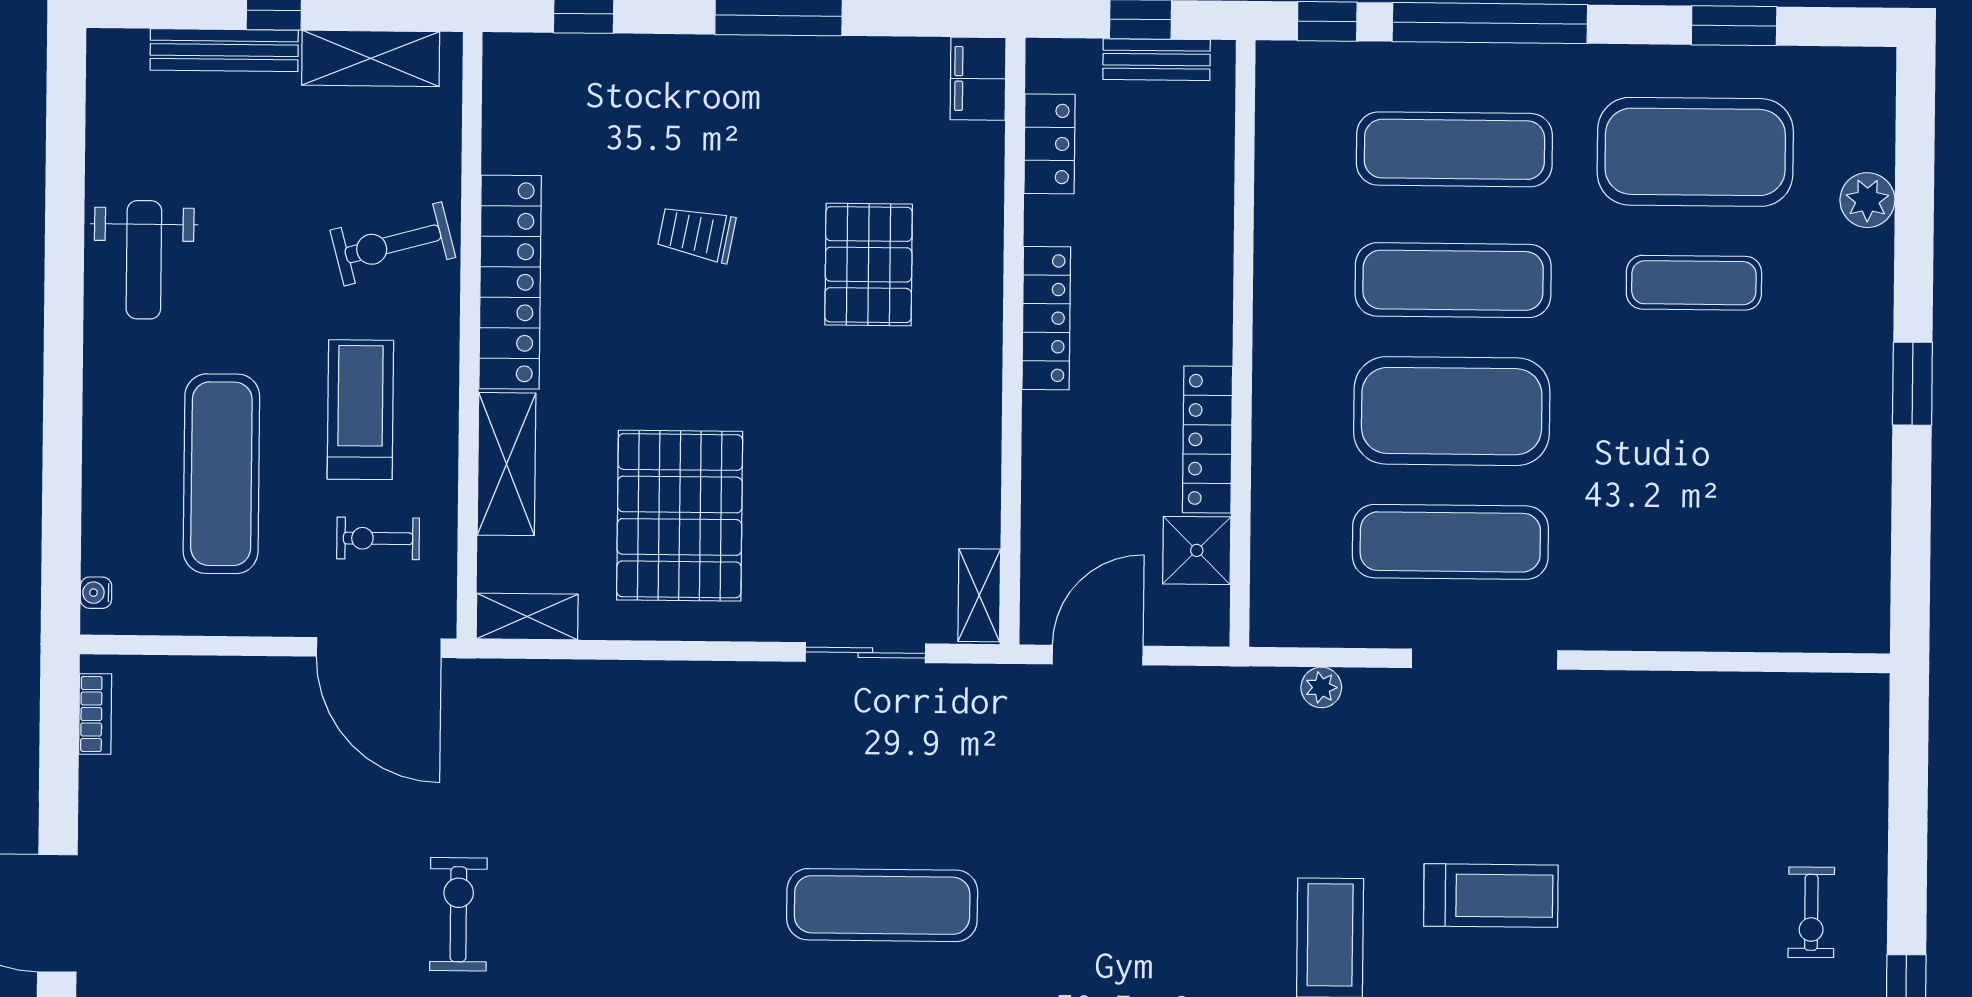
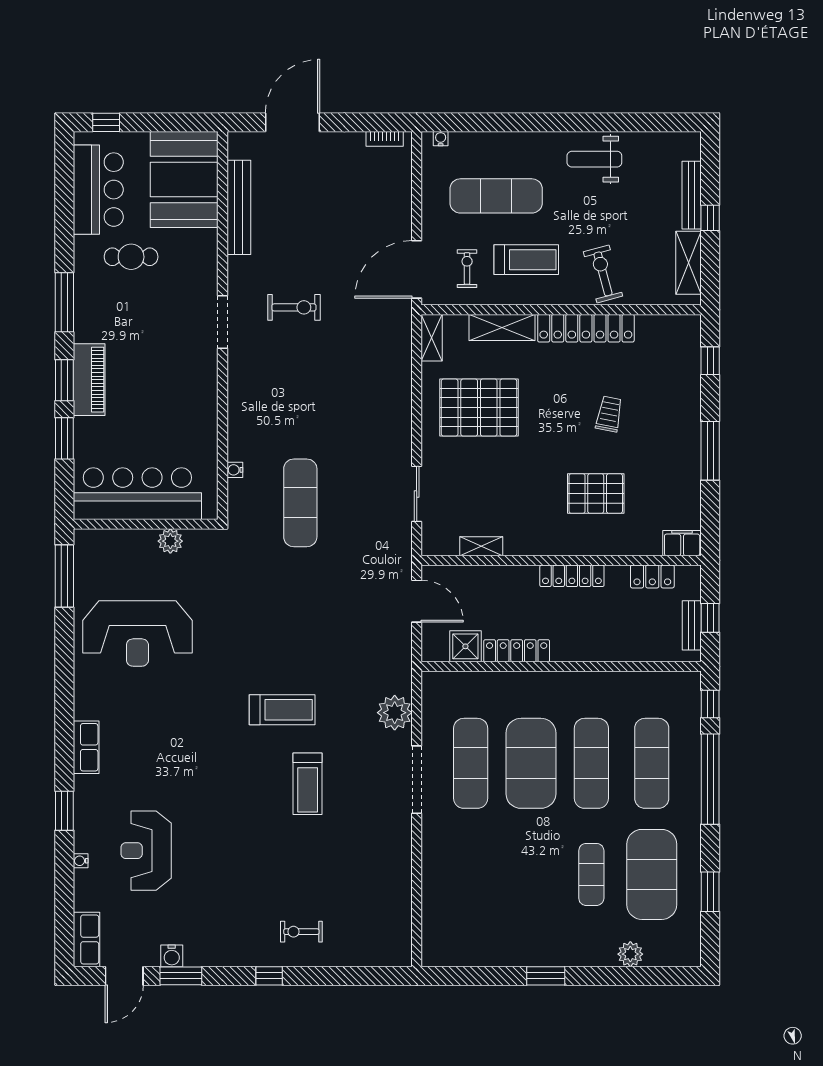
shelving: (979, 595) -> (481, 546), moved
plant: (1321, 687) -> (395, 713), width x1.88, depth x1.88

